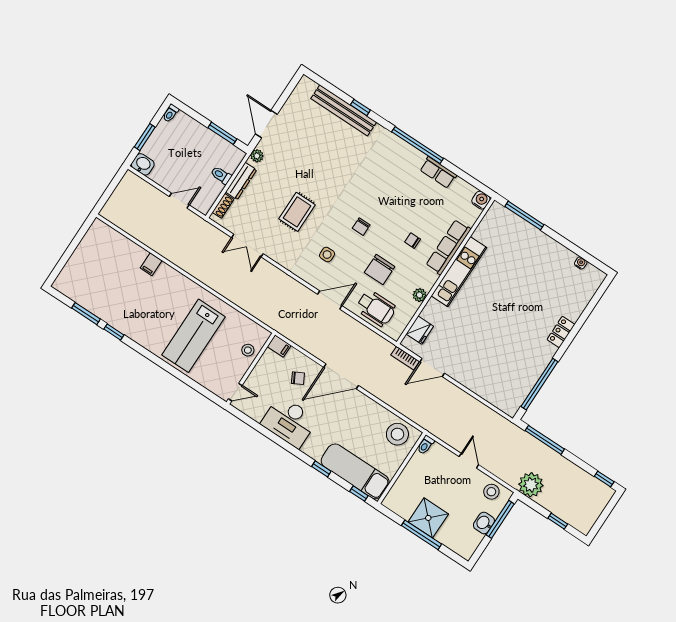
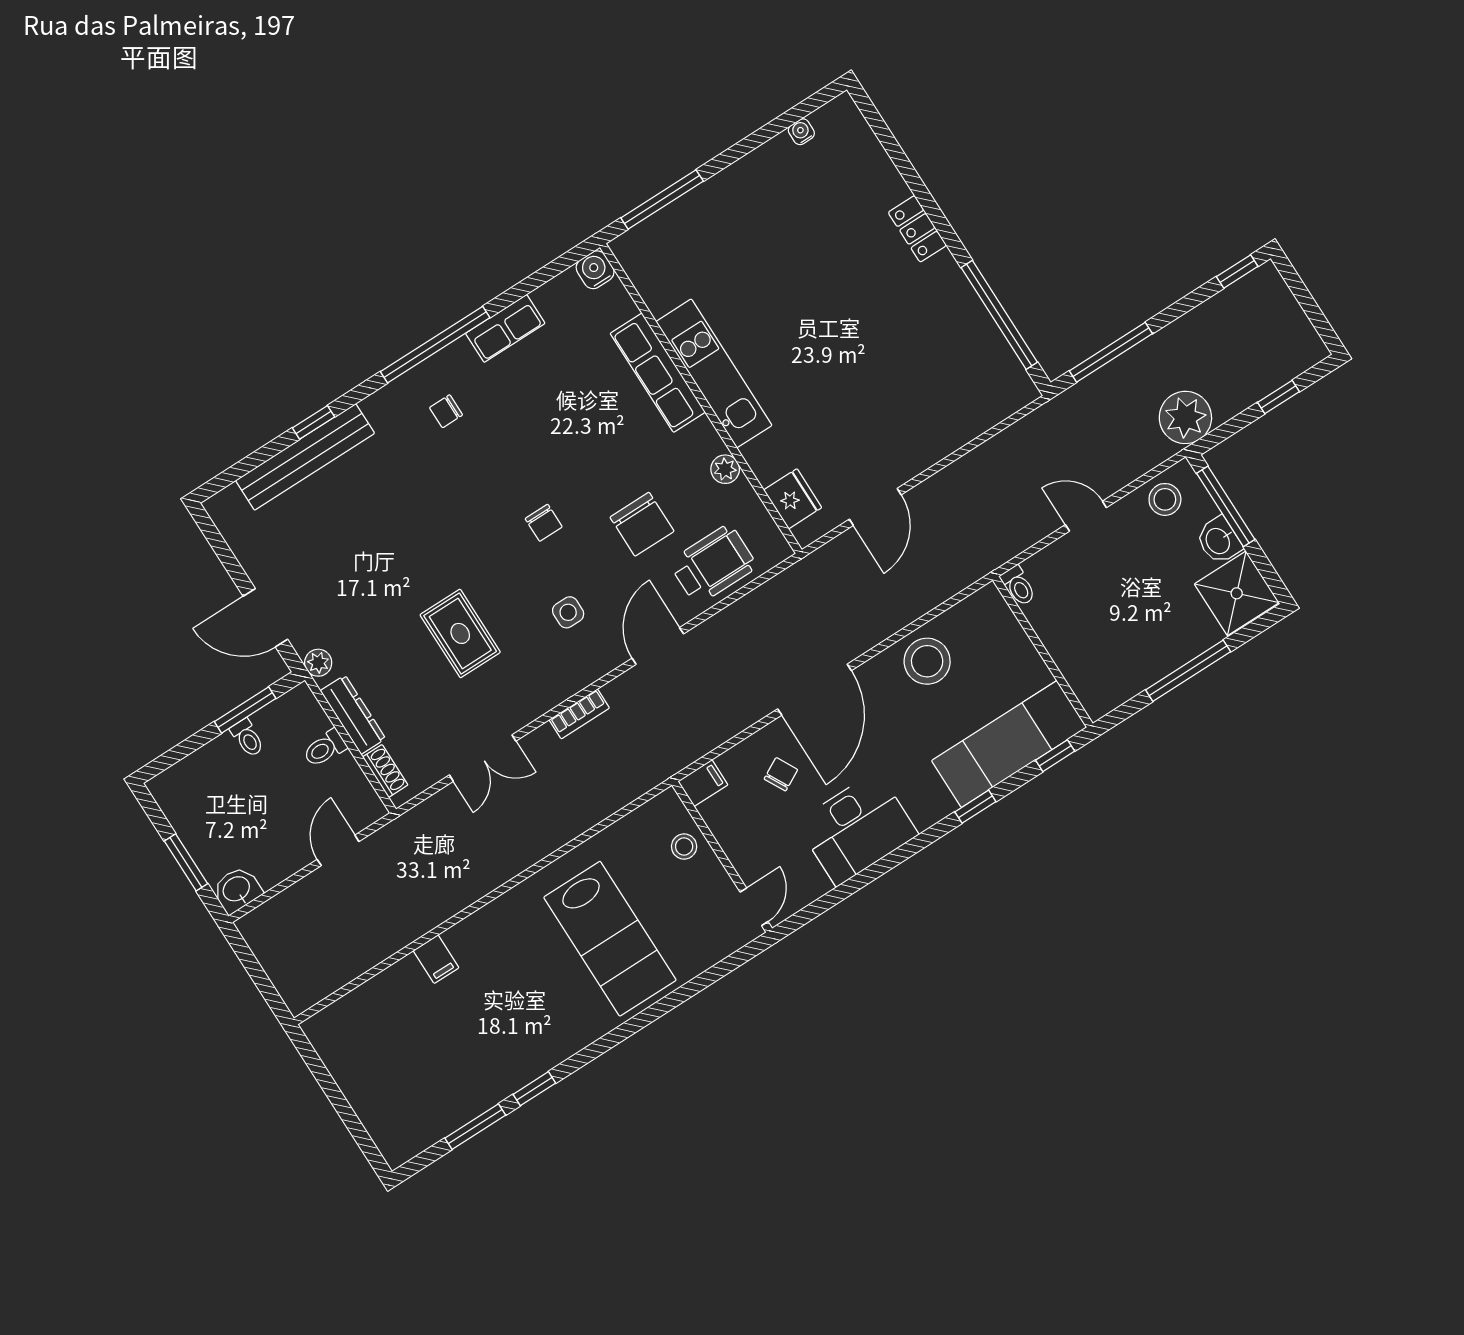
toilet: (171, 113) -> (247, 738), moved
chair: (413, 241) -> (446, 411), moved
bookcase: (405, 358) -> (579, 714), moved
stool: (397, 434) -> (927, 661), moved
shower: (428, 518) -> (1237, 593), moved

